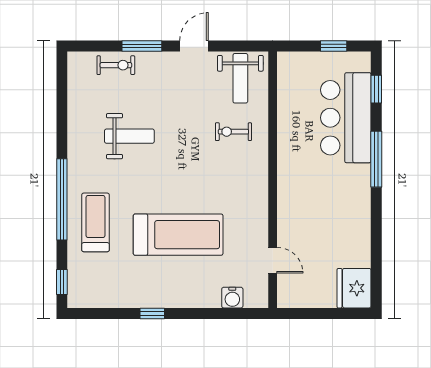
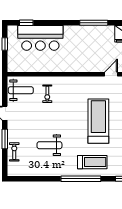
weight bench: (129, 136) -> (49, 145), turned -90
window: (376, 159) -> (94, 23), moved
treadmill: (95, 222) -> (92, 162), turned 180

